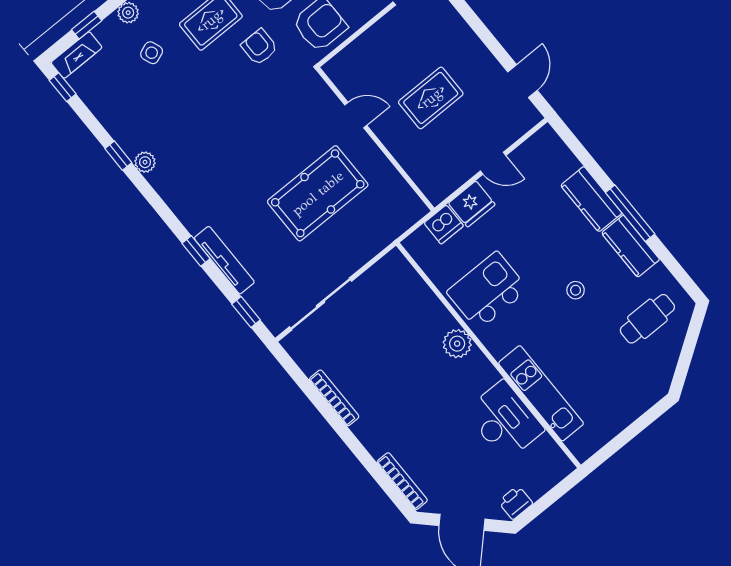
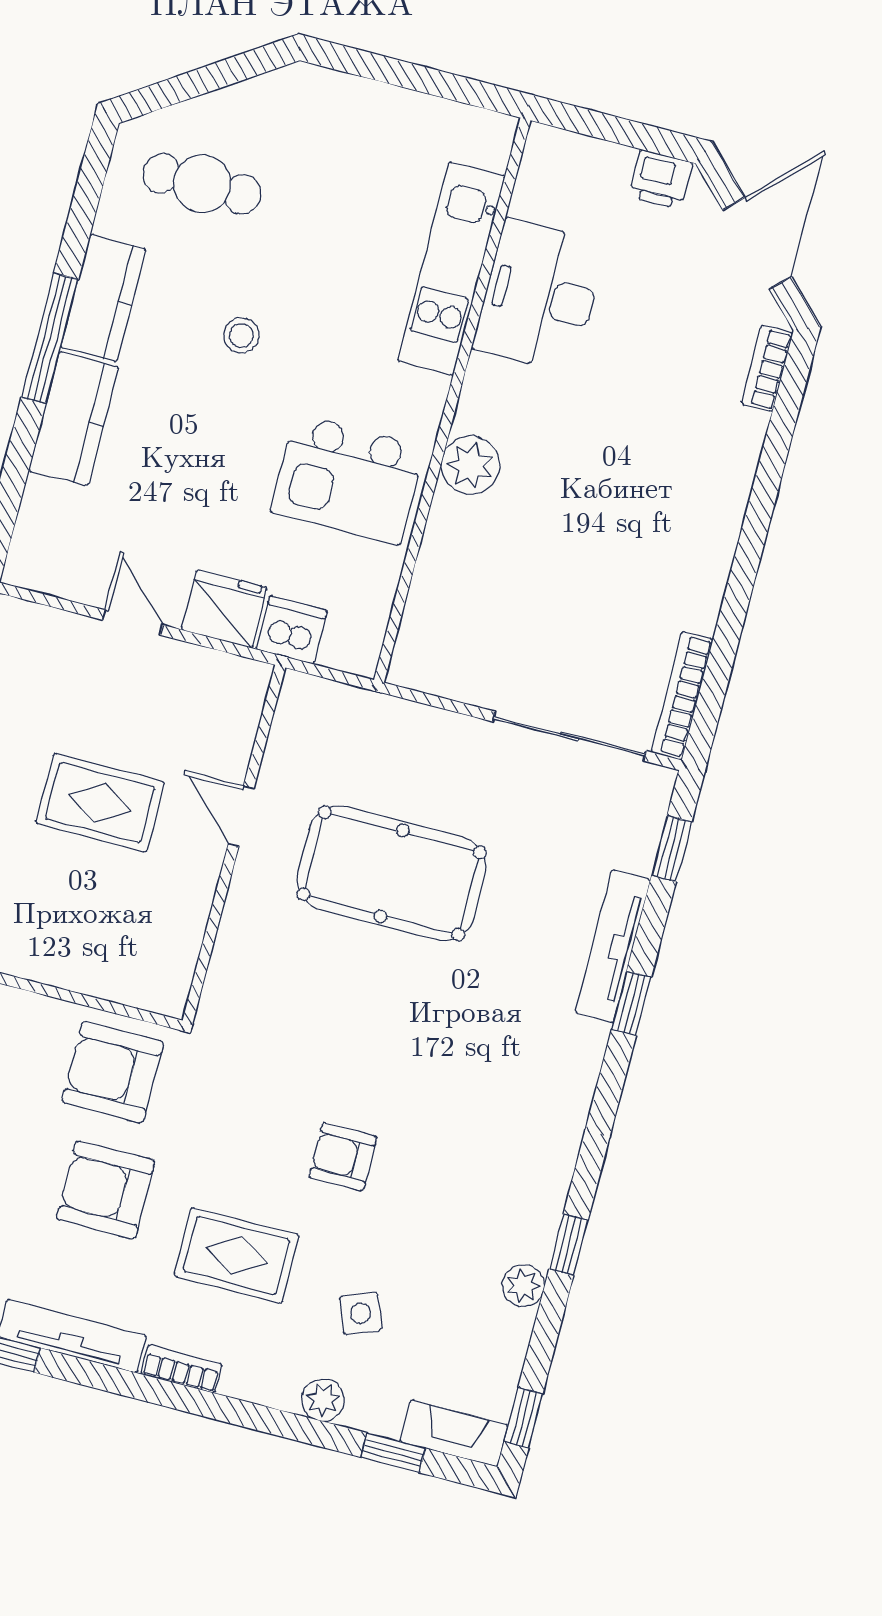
armchair: (259, 47) -> (343, 1157), moved, turned 90
door: (356, 115) -> (241, 816), moved
plant: (145, 162) -> (523, 1286), moved
bookcase: (334, 398) -> (682, 696), moved
bookcase: (402, 481) -> (767, 368), width x0.64

